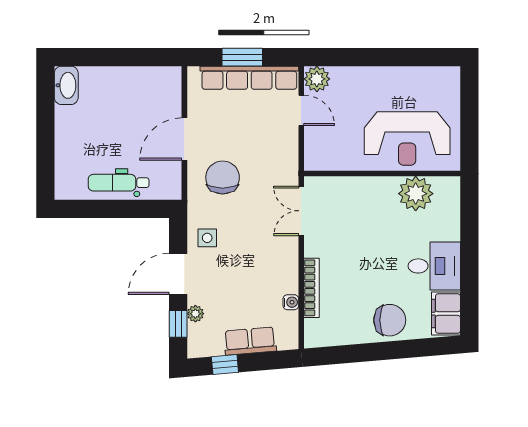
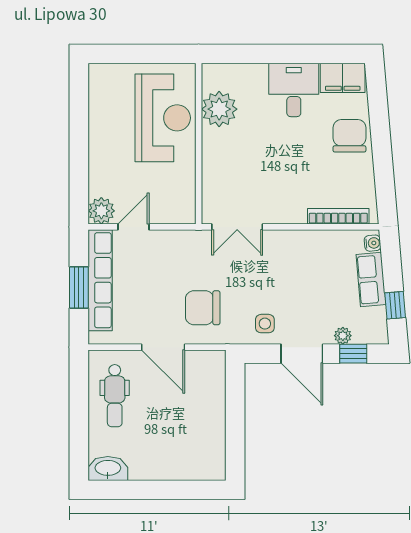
dental chair: (119, 183) -> (115, 396), moved
bookcase: (312, 288) -> (338, 216), moved
water cooler: (291, 302) -> (373, 243), moved, turned 85

